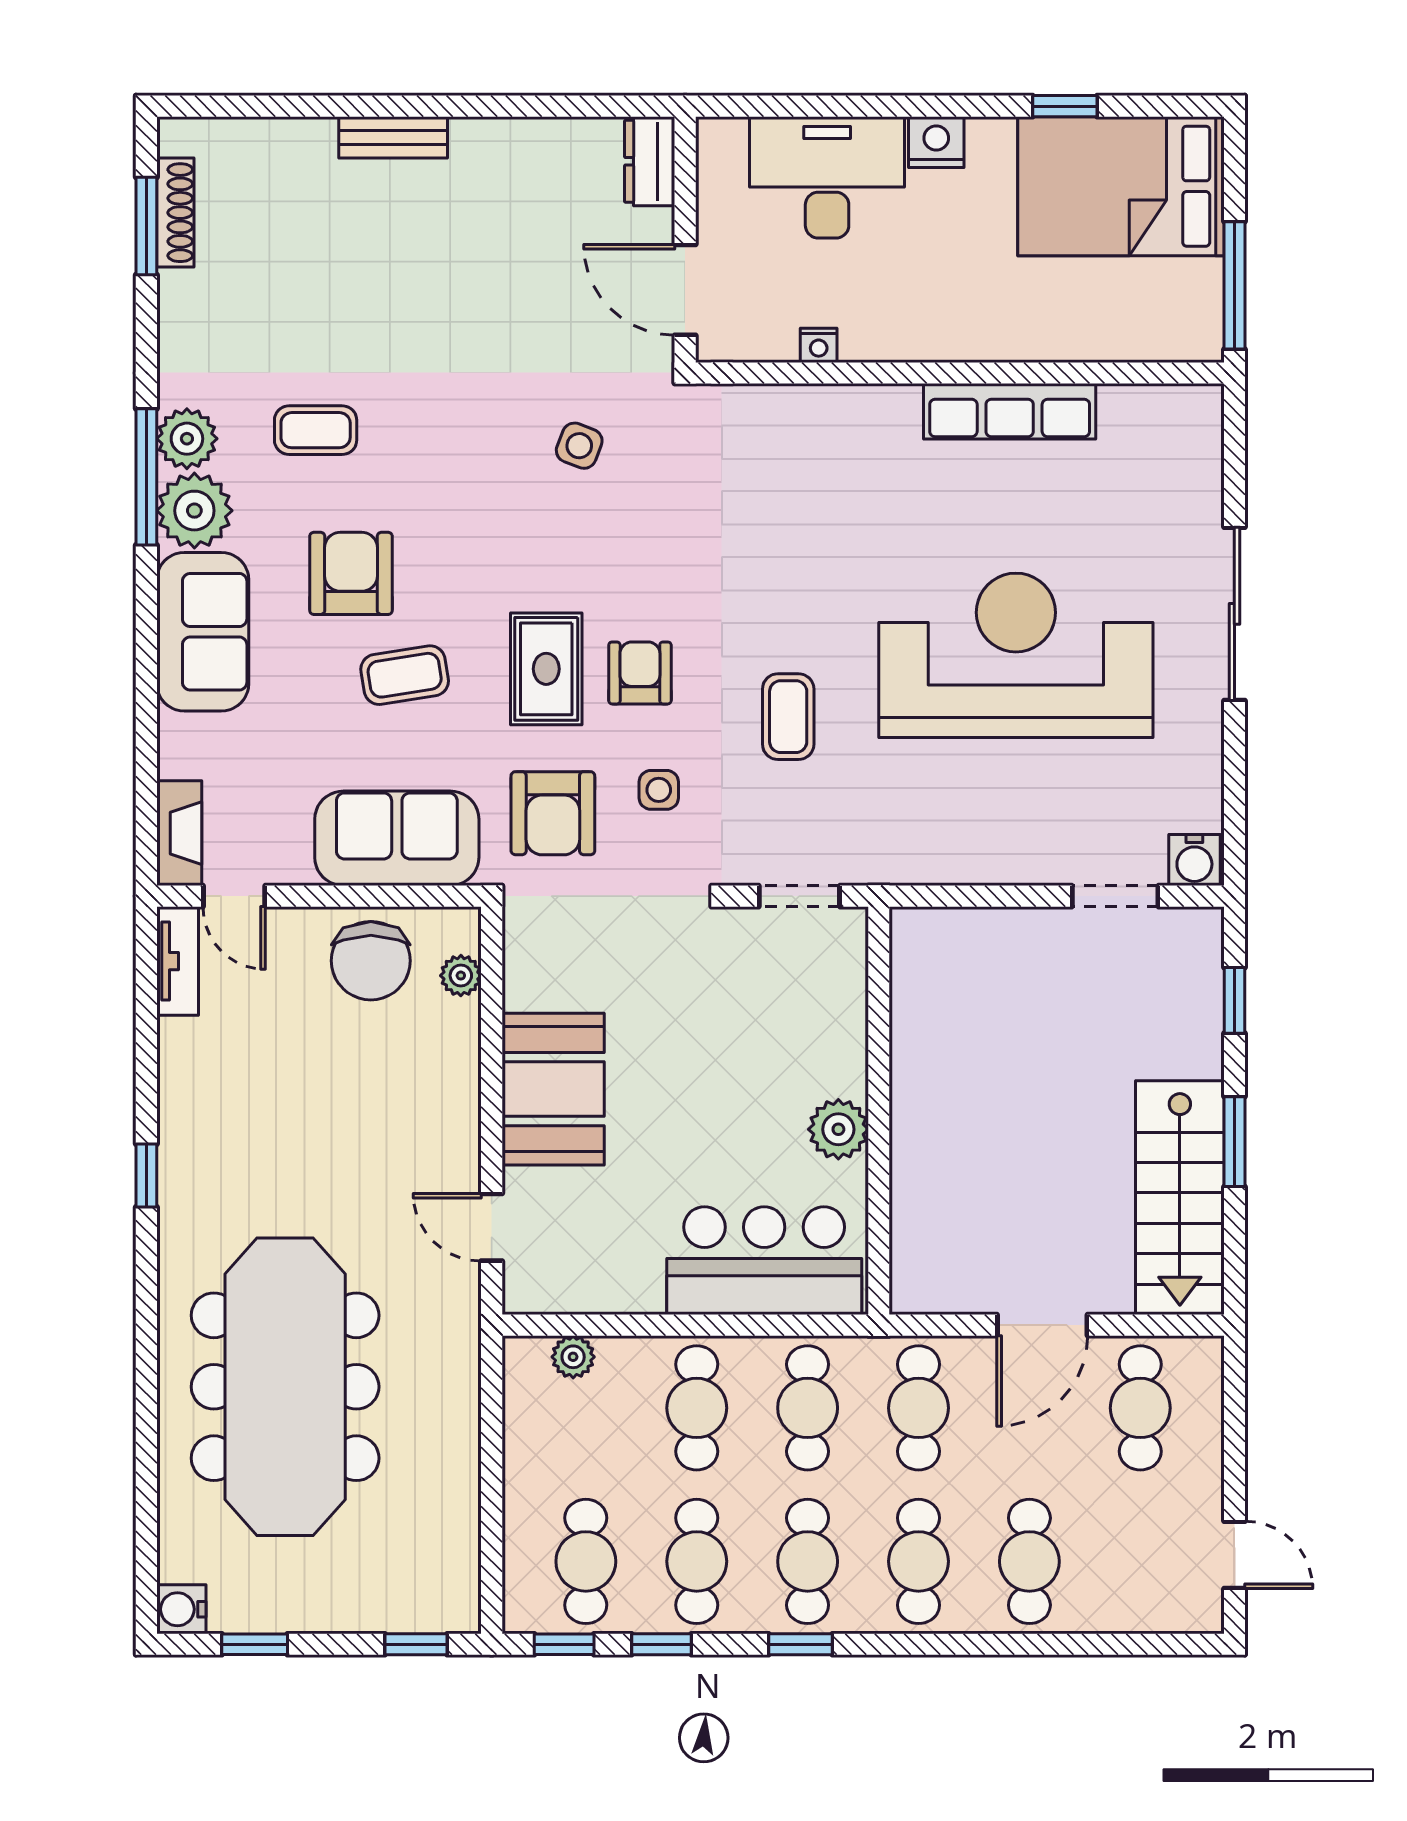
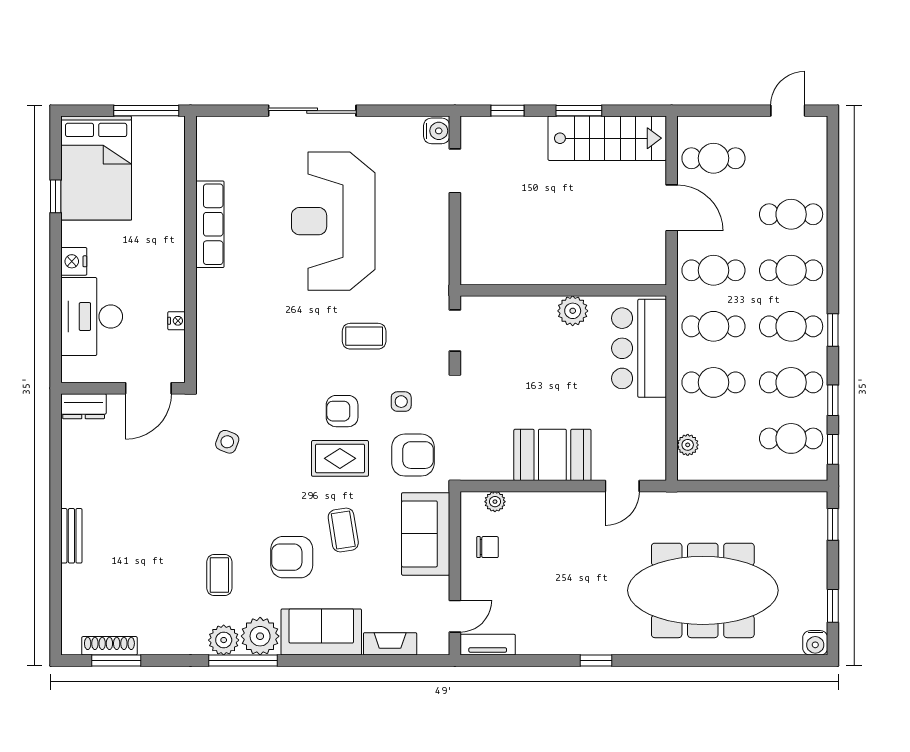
fireplace: (179, 833) -> (390, 644), moved
chair: (371, 961) -> (487, 547), width x0.54, depth x0.54

